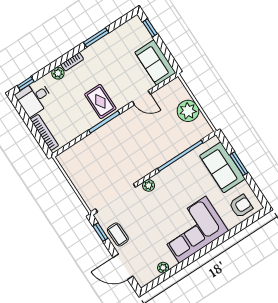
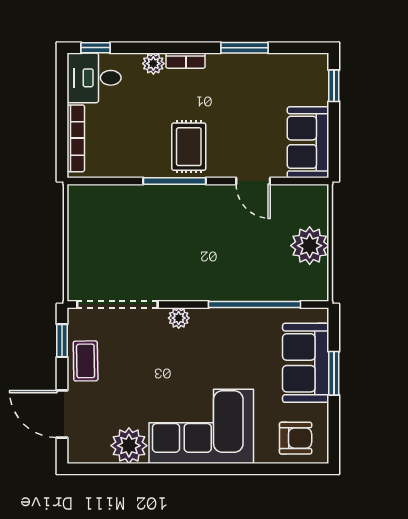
plant: (163, 268) -> (129, 446), width x1.88, depth x1.88

